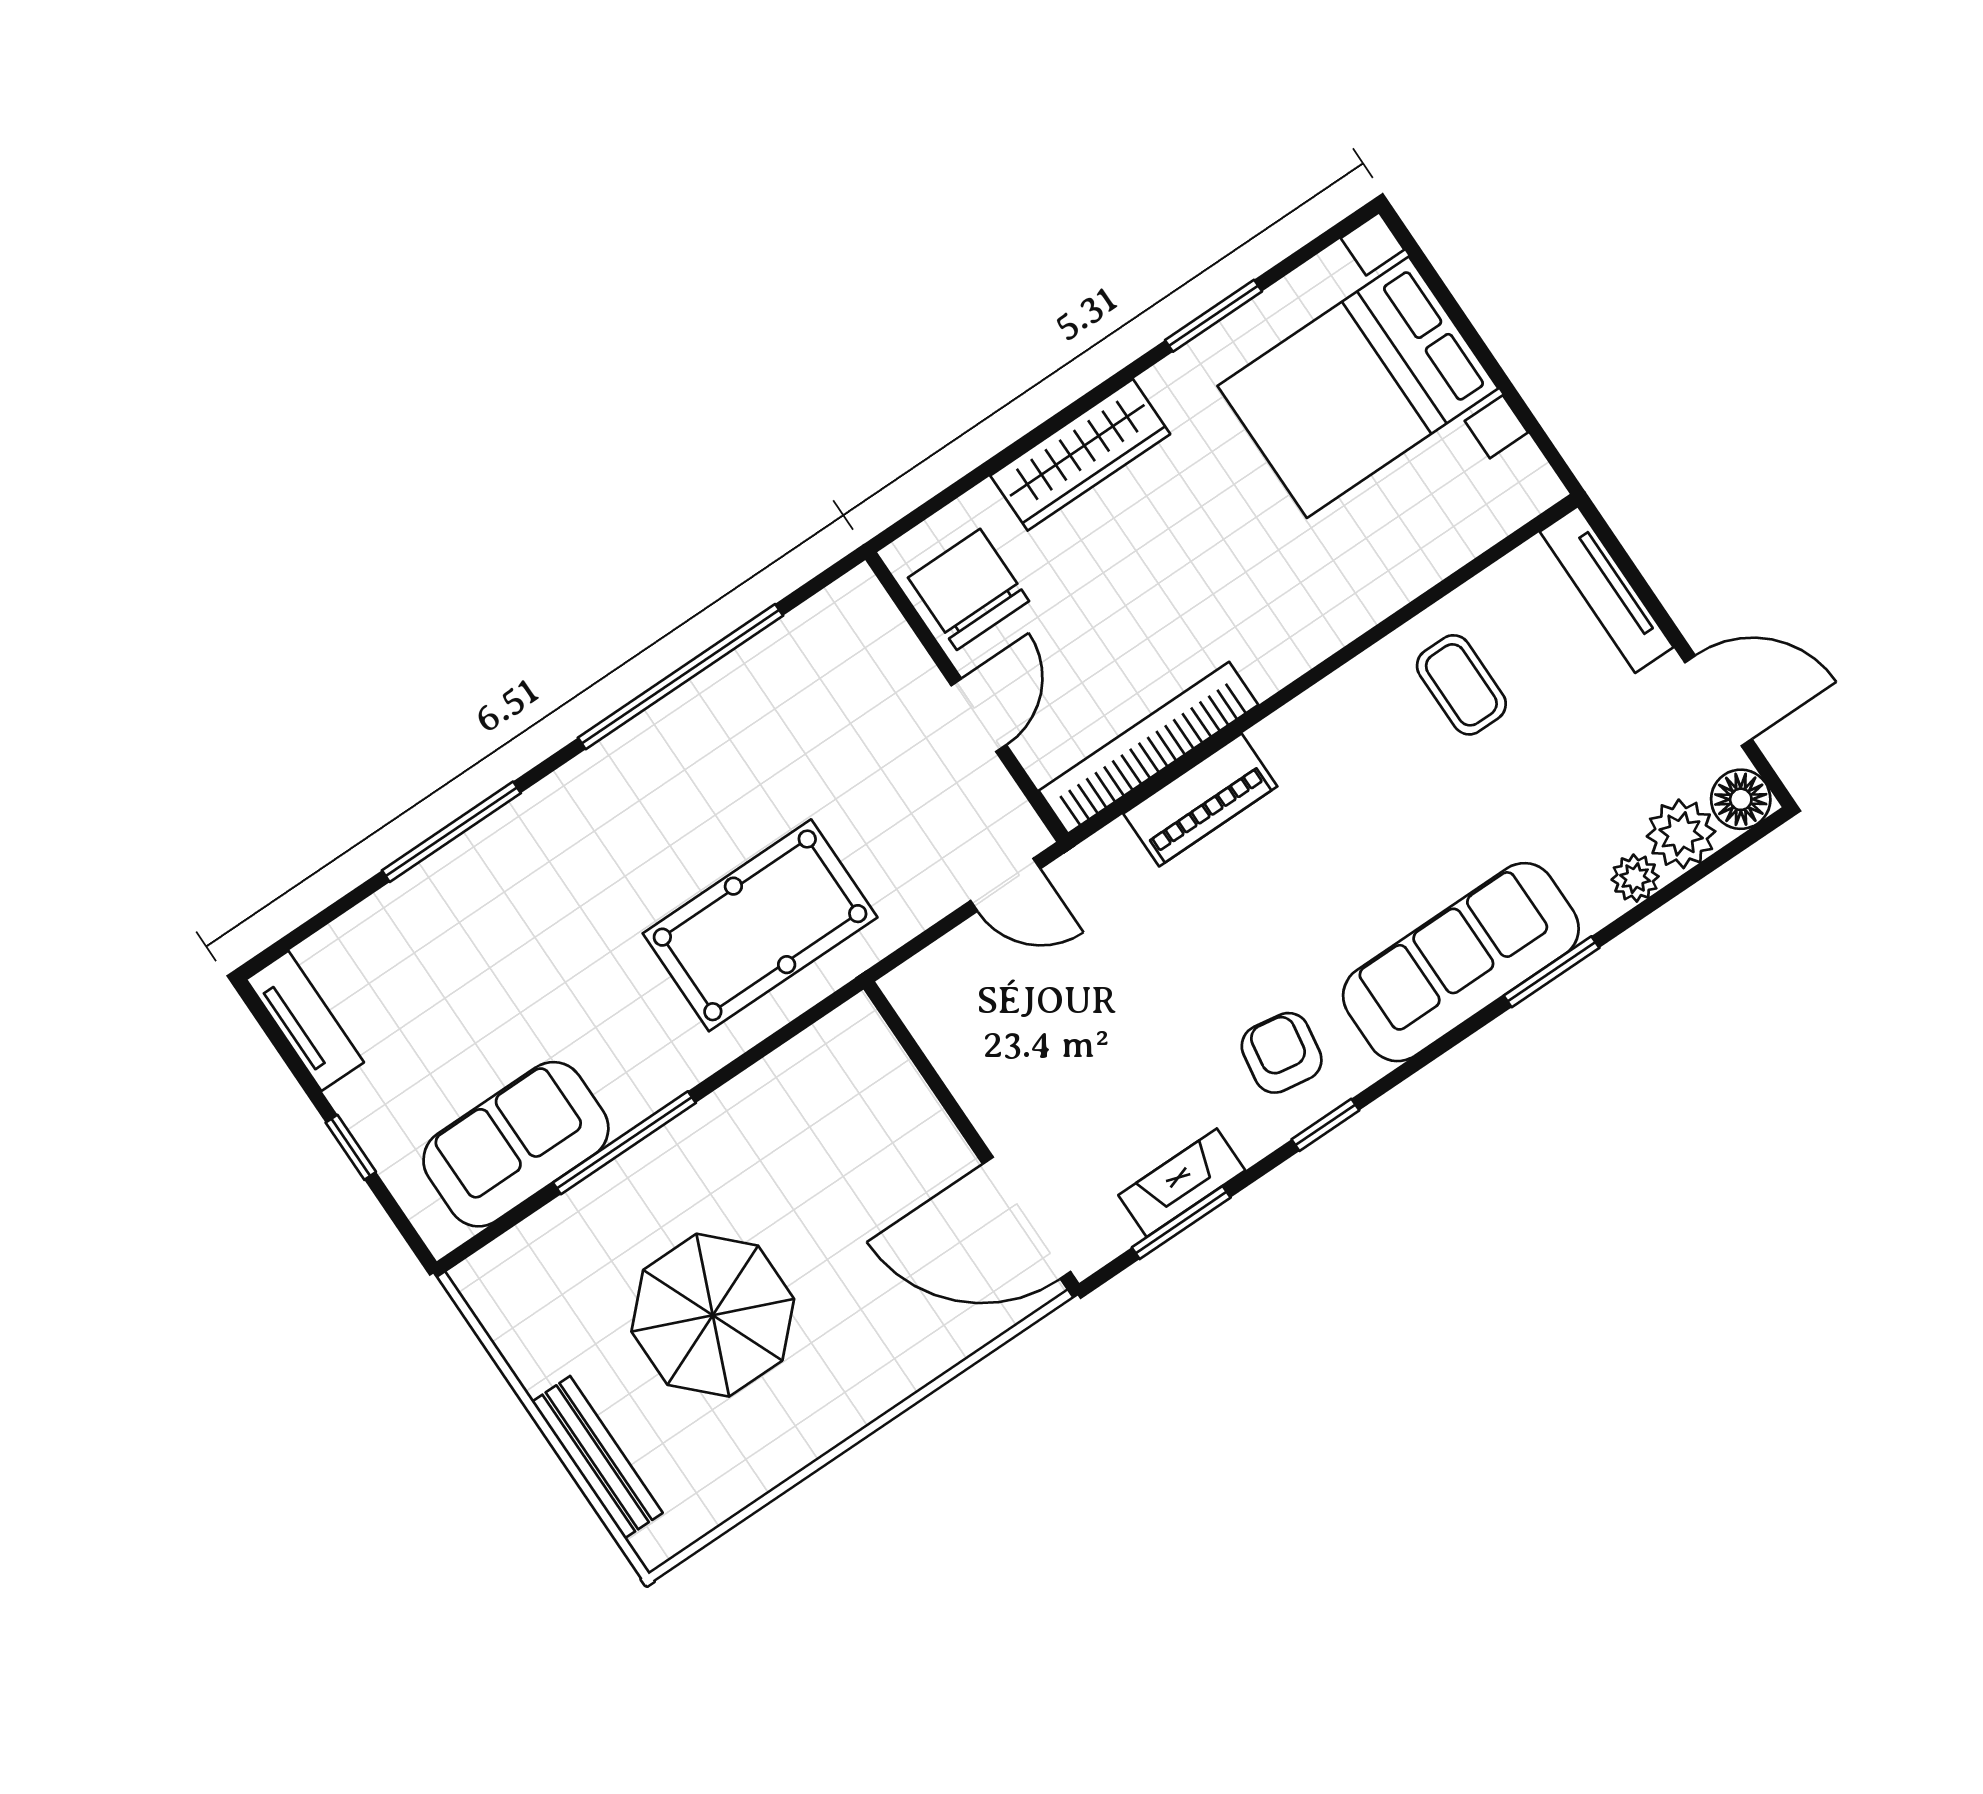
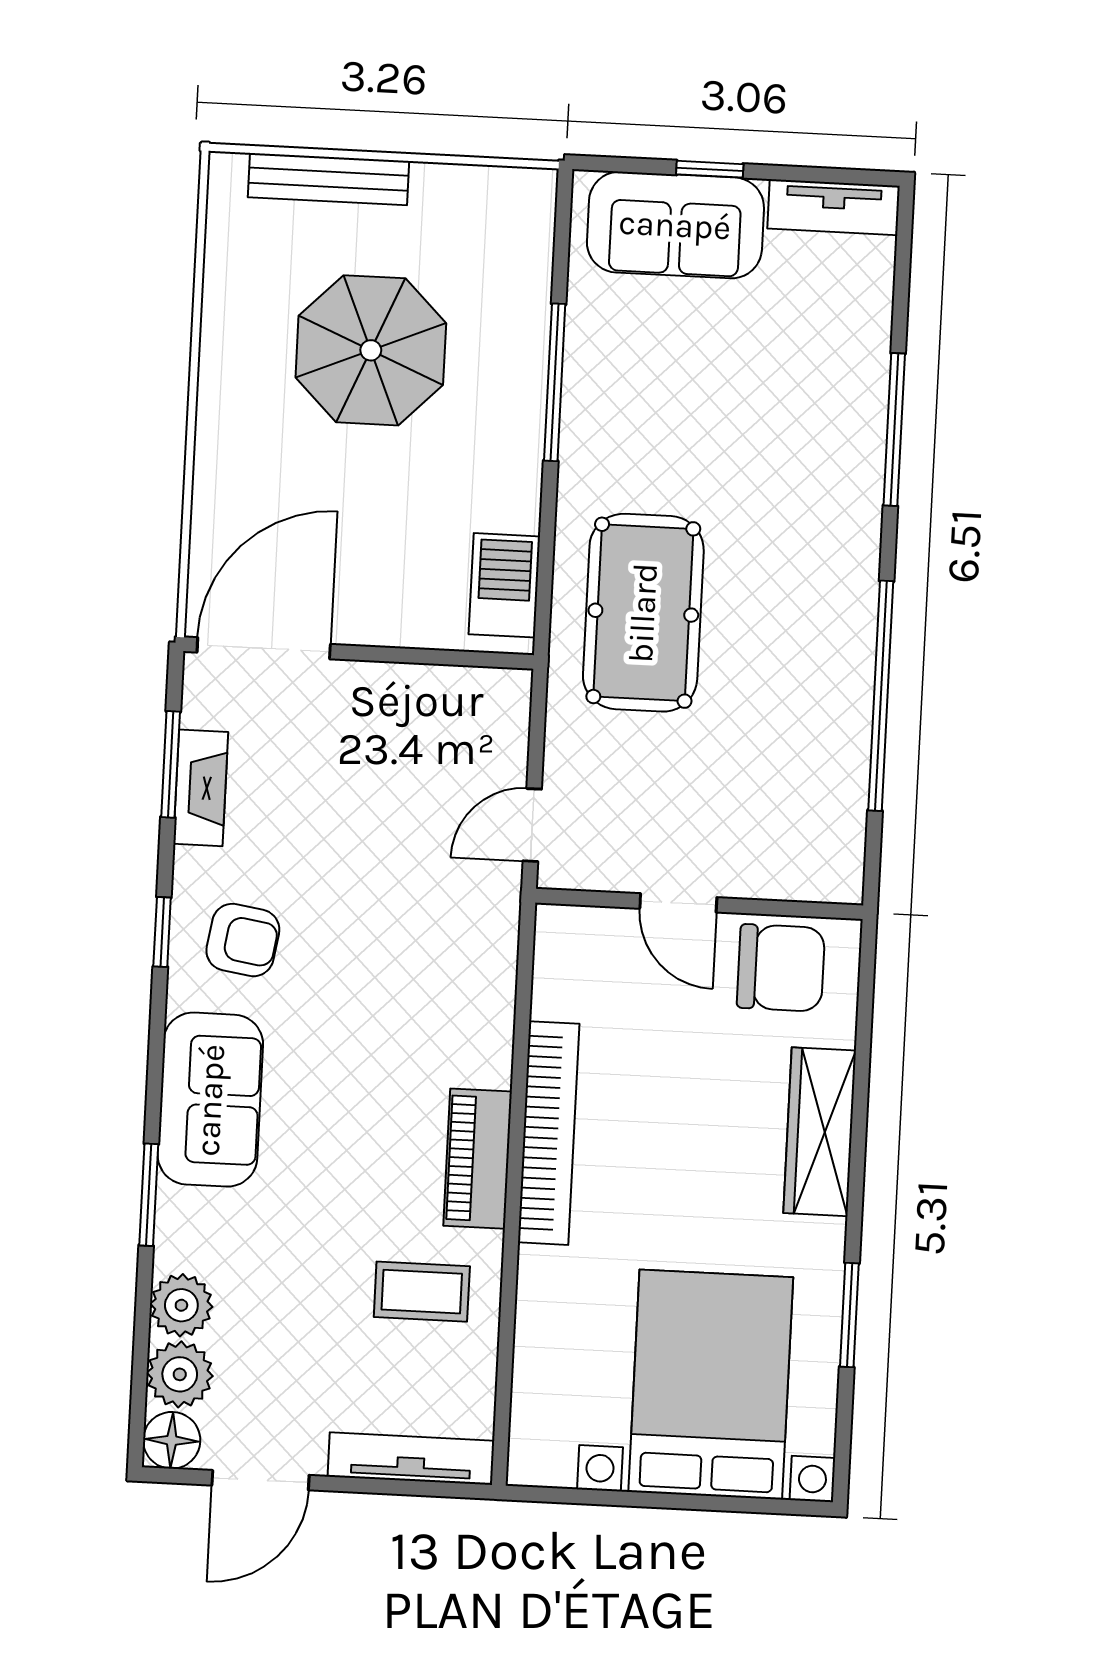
bookcase: (1148, 748) -> (549, 1133), moved
piano: (1200, 800) -> (478, 1159), moved
plant: (1635, 878) -> (181, 1305), width x1.38, depth x1.38
sofa: (1461, 962) -> (210, 1100), width x0.73
barbecue: (824, 1058) -> (504, 585), added
sofa: (516, 1144) -> (675, 225), moved, turned 90

